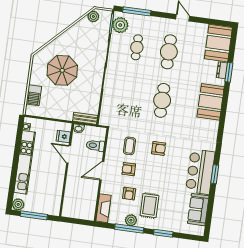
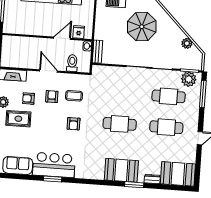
plant: (93, 16) -> (187, 43), moved
cafe table: (137, 47) -> (169, 96), width x1.37, depth x1.35
window: (229, 72) -> (134, 185), moved

